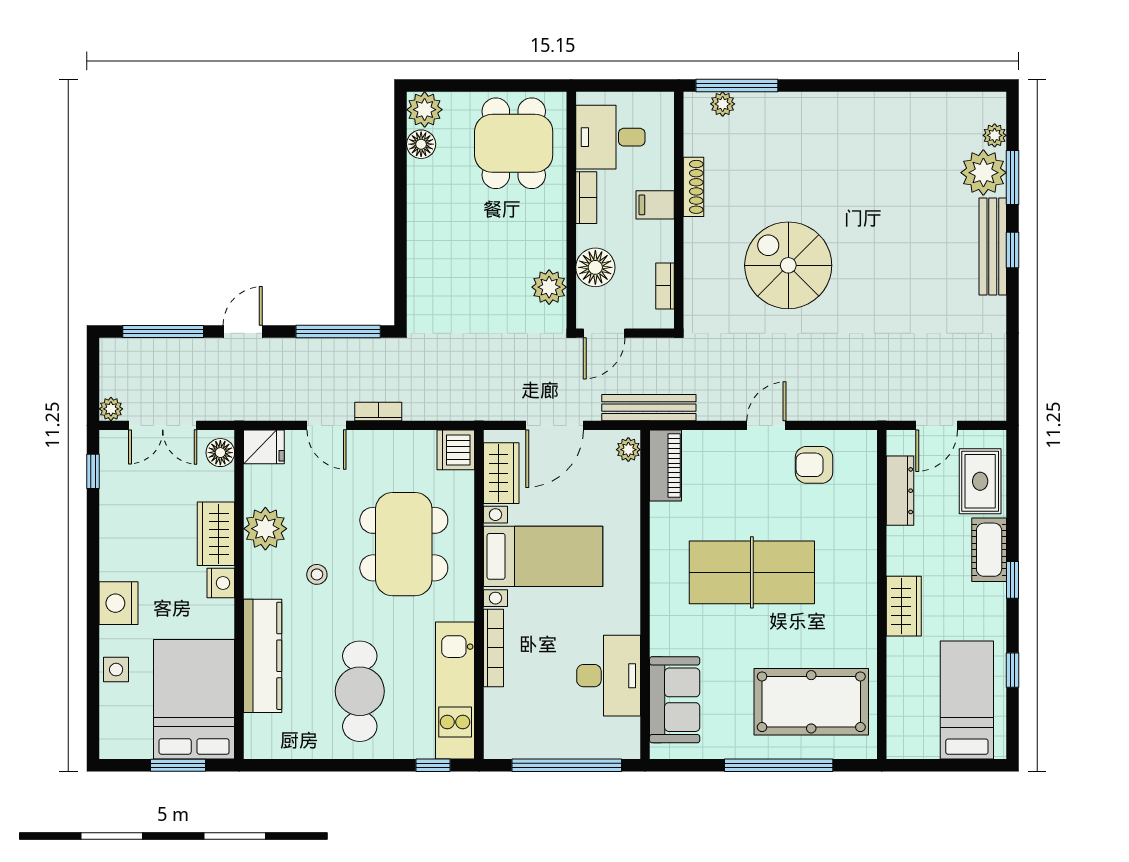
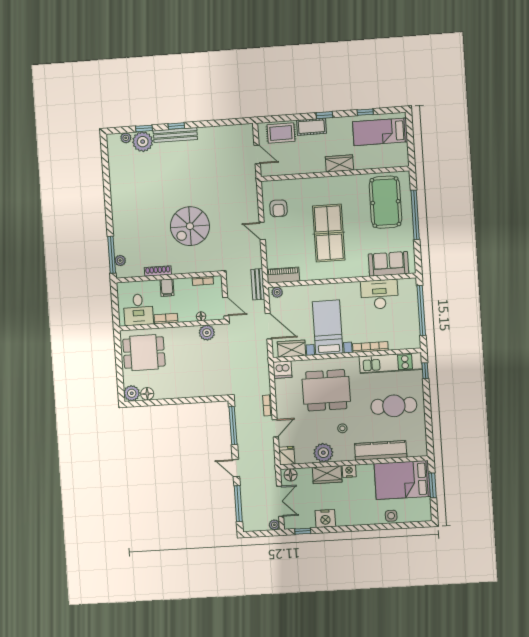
window: (1013, 178) -> (144, 128), width x0.67
floor lamp: (595, 267) -> (201, 316), width x0.53, depth x0.53
bench: (649, 408) -> (258, 284), width x0.73
dresser: (900, 491) -> (288, 169), removed
nightstand: (118, 603) -> (325, 518), moved

